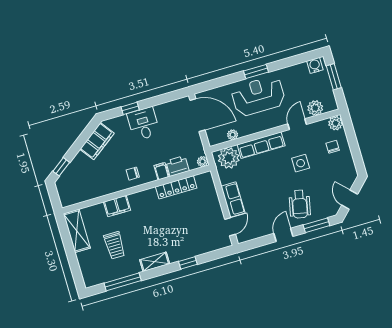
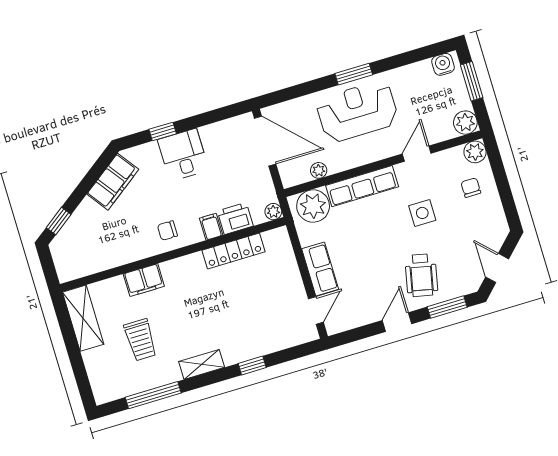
plant: (315, 108) -> (465, 123), moved

